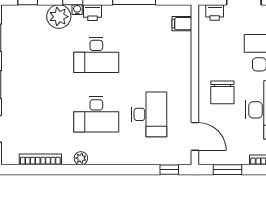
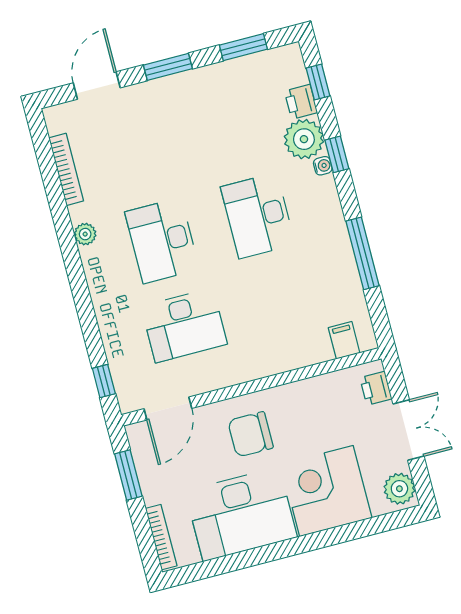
printer: (92, 13) -> (301, 102), moved

